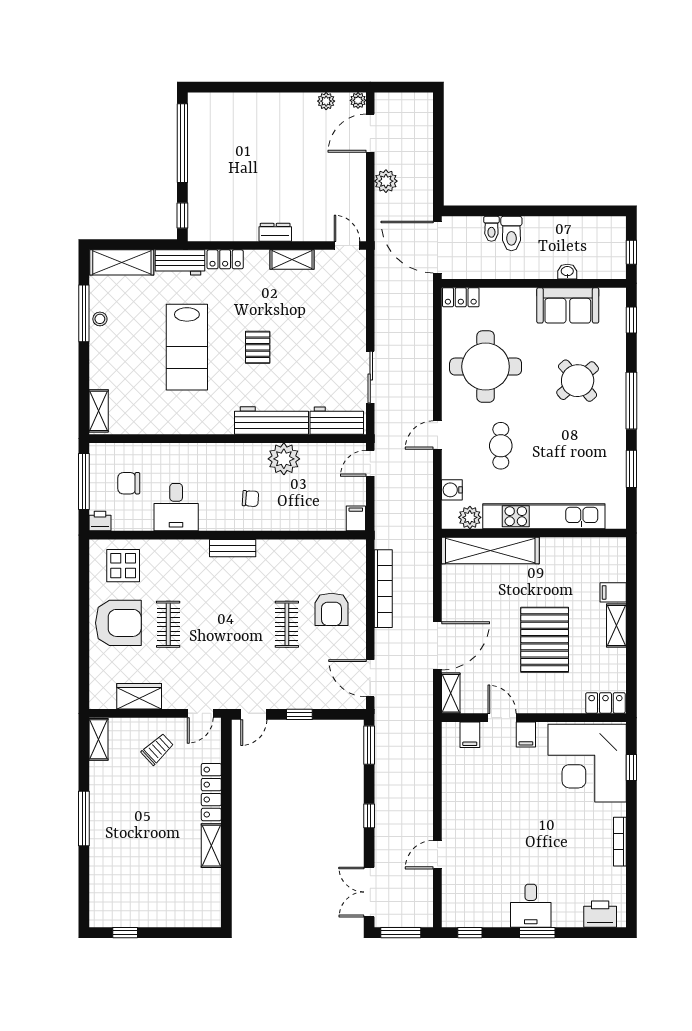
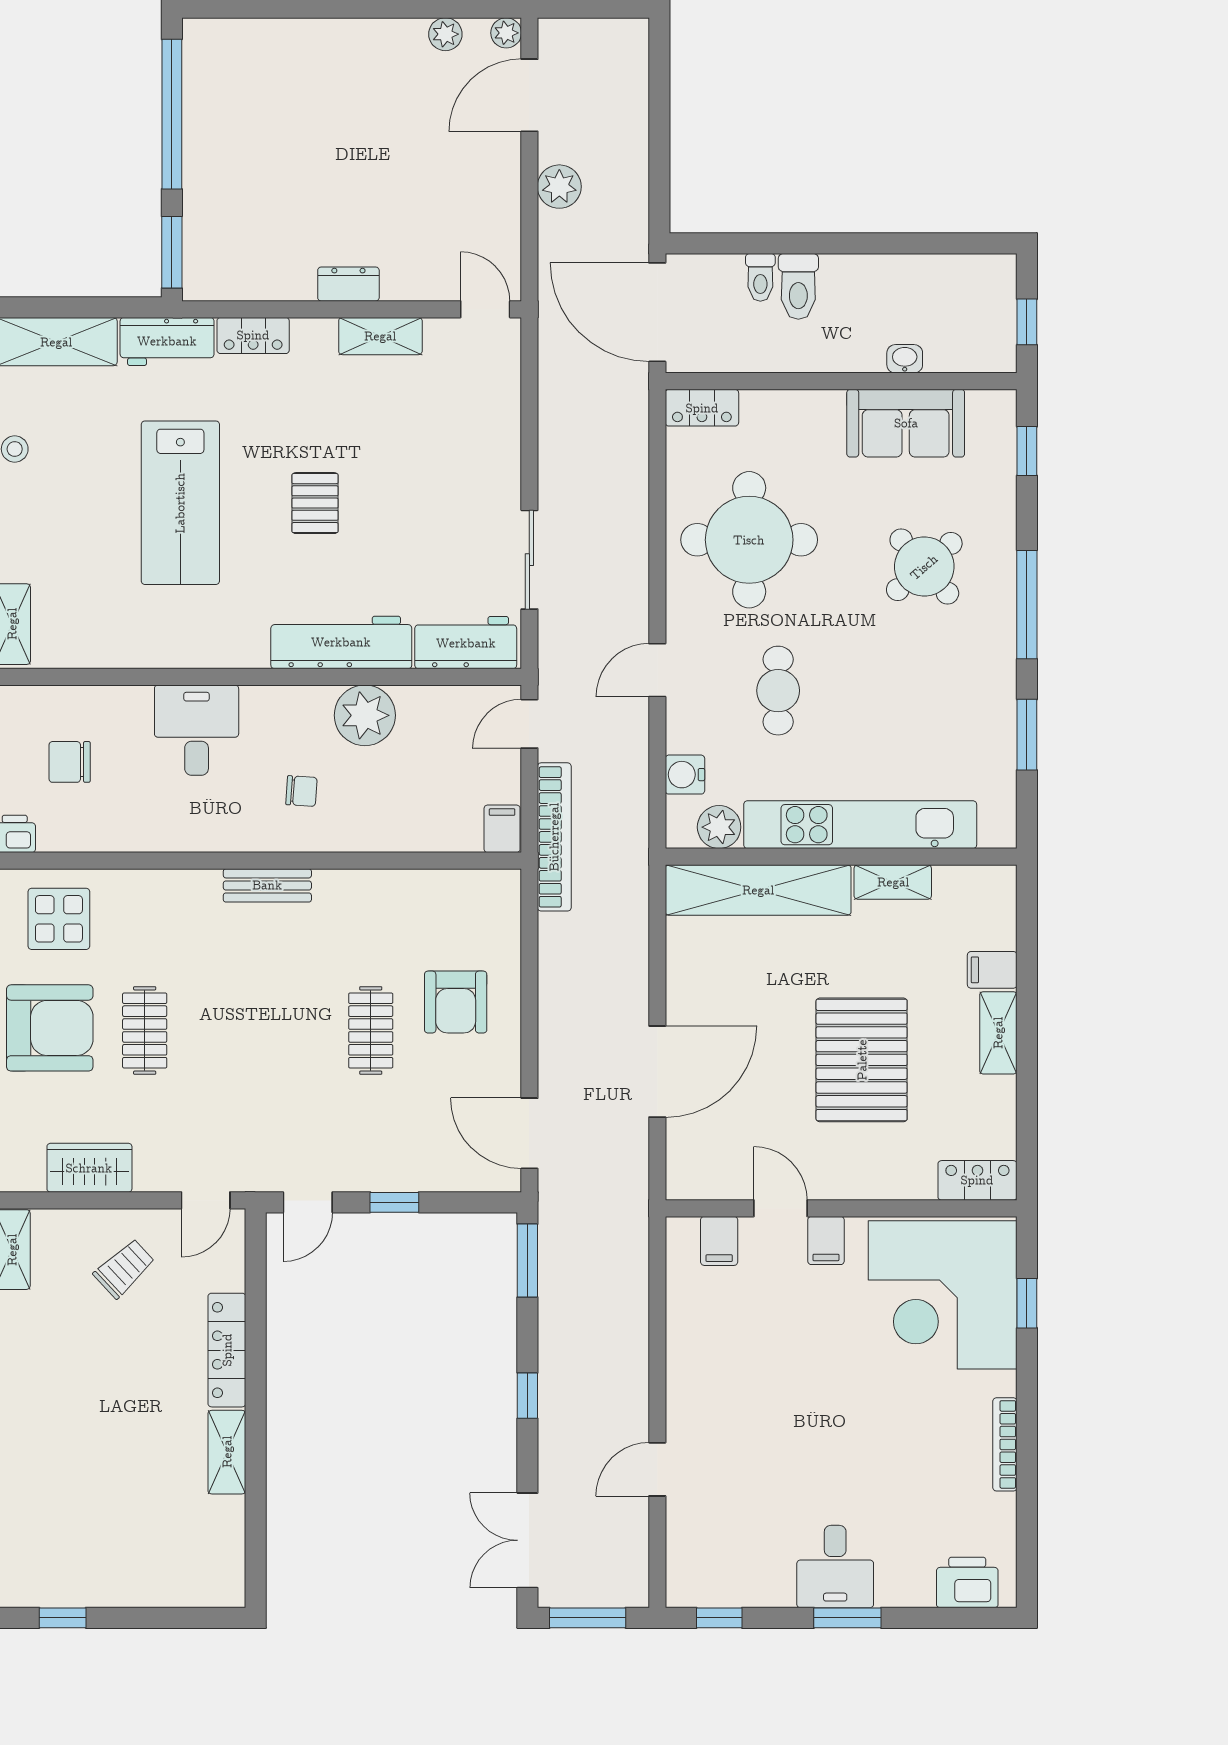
window: (182, 216) -> (172, 252), width x1.50
desk: (176, 507) -> (197, 730), moved, turned 180
bookcase: (383, 589) -> (554, 837), moved
shelving: (451, 693) -> (893, 882), moved, turned 90

